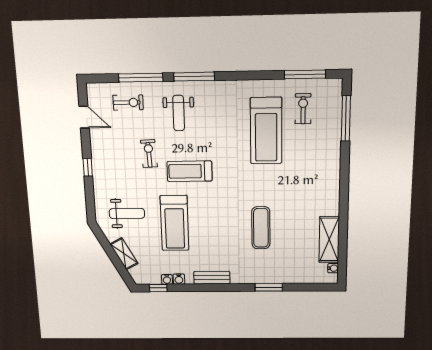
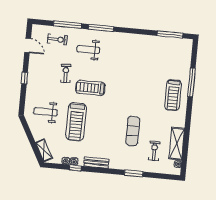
exercise bike: (303, 109) -> (154, 151), moved
weight bench: (179, 113) -> (88, 50), turned 90
window: (346, 118) -> (192, 82), moved
treadmill: (266, 131) -> (173, 95), moved, width x0.73, depth x0.73
weight bench: (127, 213) -> (45, 112), turned 180
shelving: (124, 254) -> (44, 150), moved
window: (158, 288) -> (75, 168), moved

